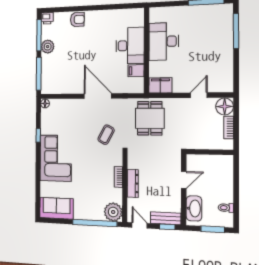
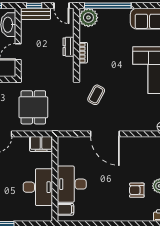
armchair: (77, 19) -> (137, 190), moved
filing cabinet: (136, 71) -> (65, 209), moved
dining table: (150, 118) -> (33, 107), moved
dresser: (133, 183) -> (69, 47), width x0.70

